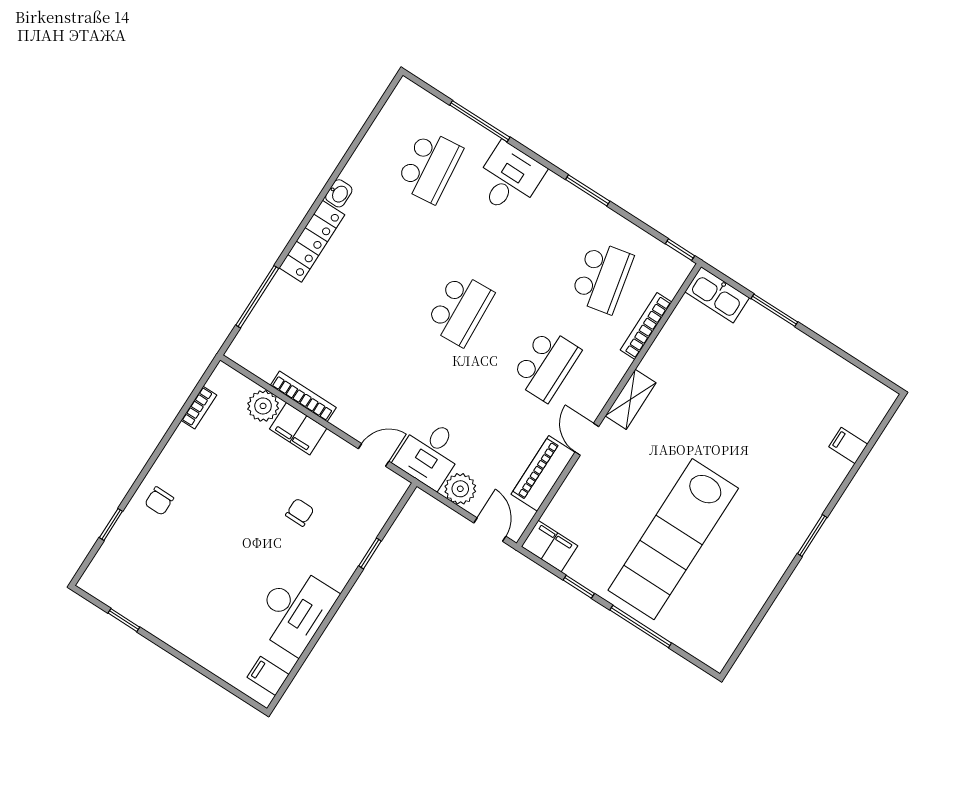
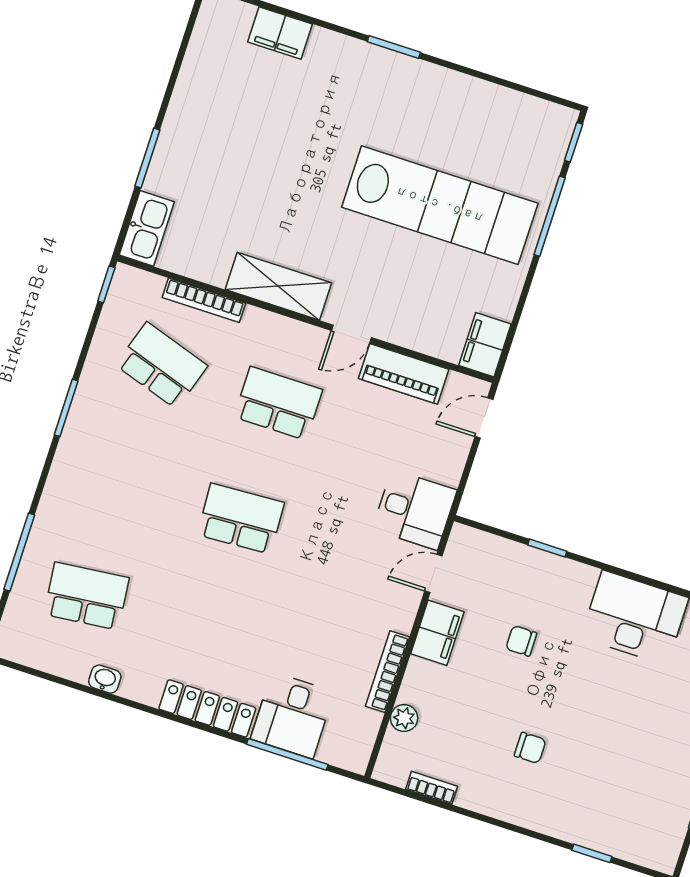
desk: (509, 179) -> (292, 715), moved, turned -90
washbasin: (339, 193) -> (105, 679), moved
school desk: (602, 277) -> (161, 365), turned 30
shelving: (631, 399) -> (278, 286), width x1.50, depth x1.33
plant: (263, 406) -> (404, 718), width x0.73, depth x0.73
filing cabinet: (298, 429) -> (437, 633), moved
filing cabinet: (848, 445) -> (280, 33), width x2.00
door: (374, 455) -> (433, 574), hinge flipped
plant: (460, 489) -> (446, 464), removed
chair: (159, 501) -> (530, 748), moved
window: (579, 587) -> (574, 142), moved

